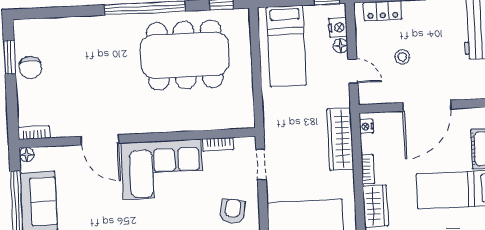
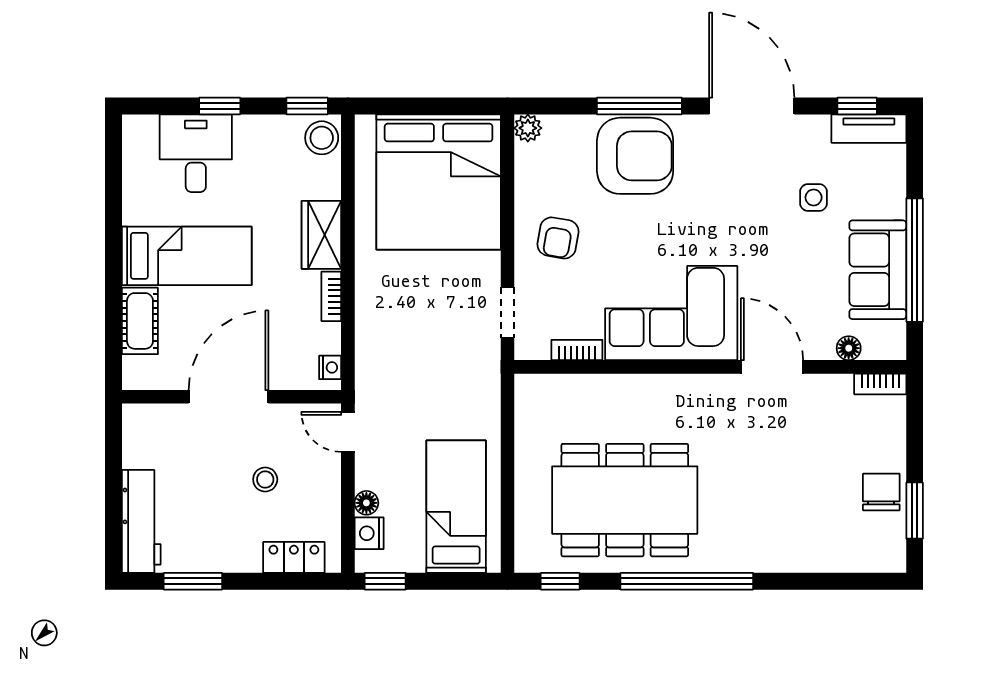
door: (353, 71) -> (348, 432), moved
wardrobe: (340, 139) -> (374, 349), removed
floor lamp: (27, 155) -> (849, 348), moved

